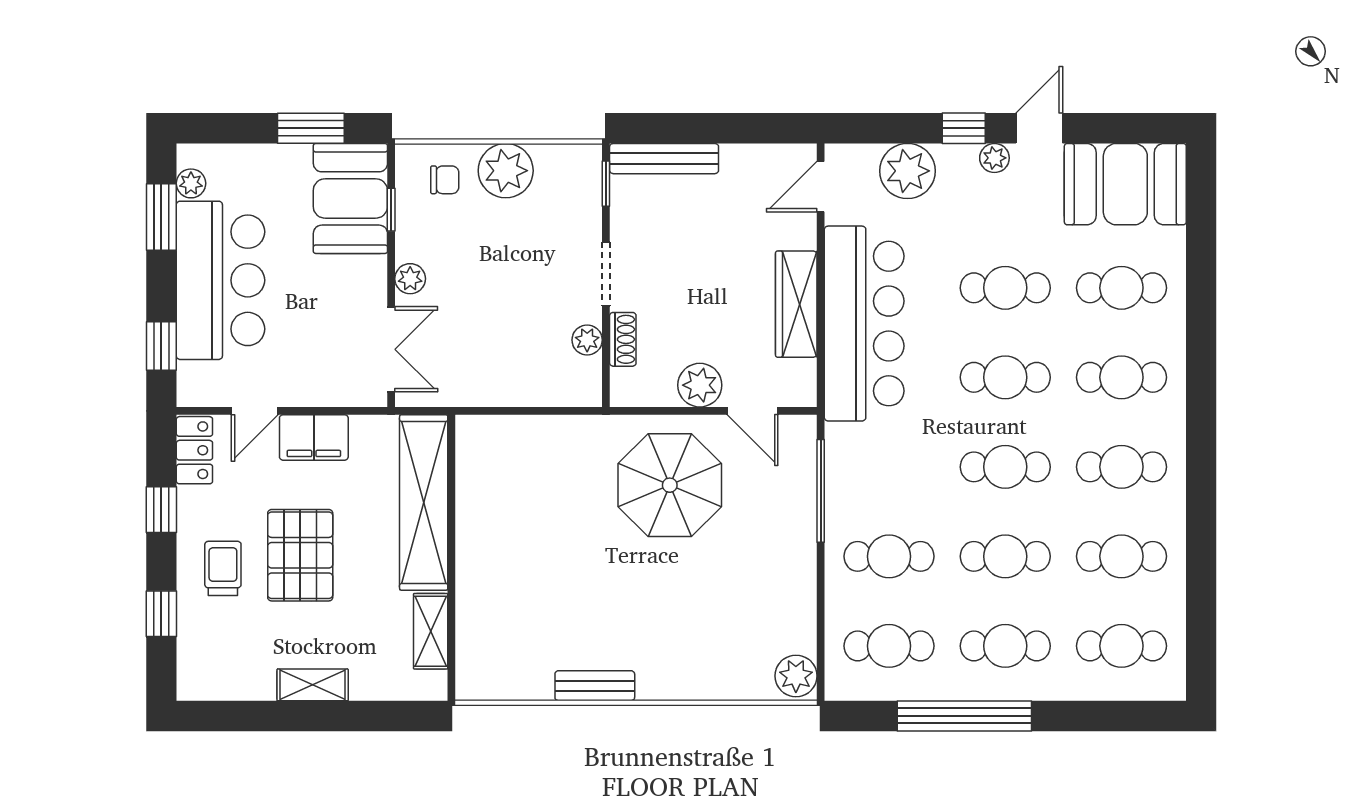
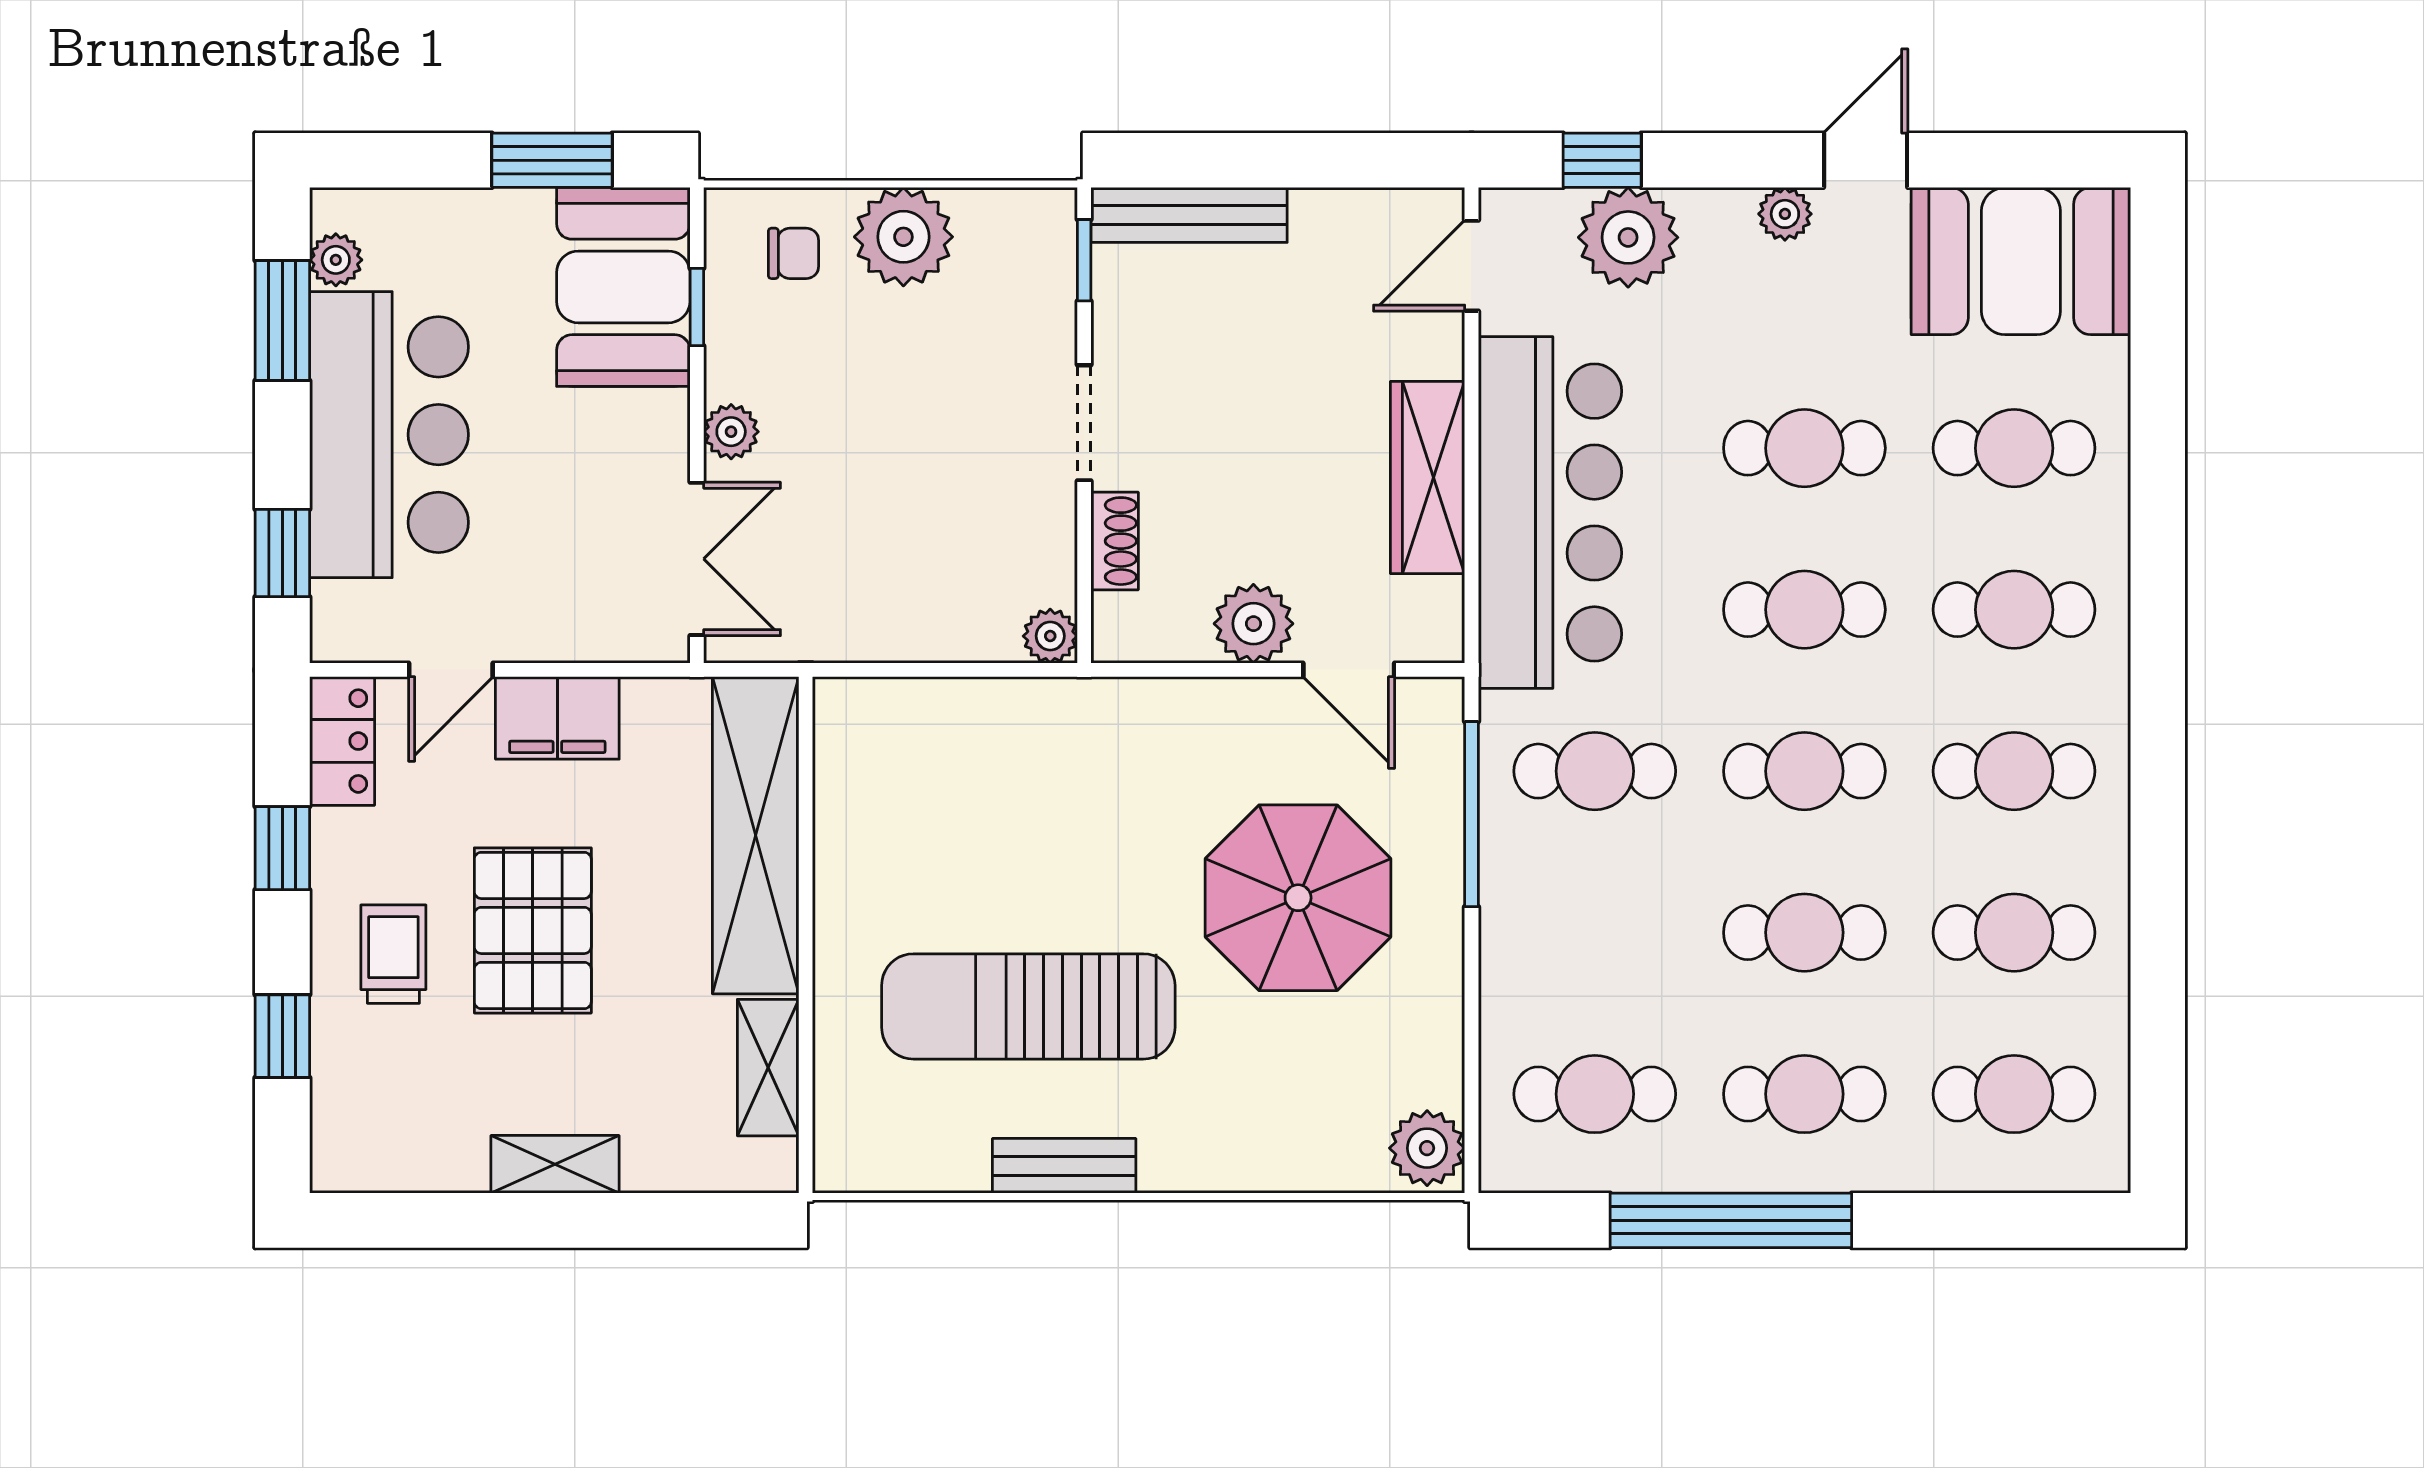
window: (964, 128) -> (1602, 160), moved
plant: (587, 340) -> (1050, 636), moved
parasol: (670, 485) -> (1298, 898), moved
cafe table: (889, 556) -> (1595, 771), moved
sun lounger: (575, 597) -> (1028, 1006), added

